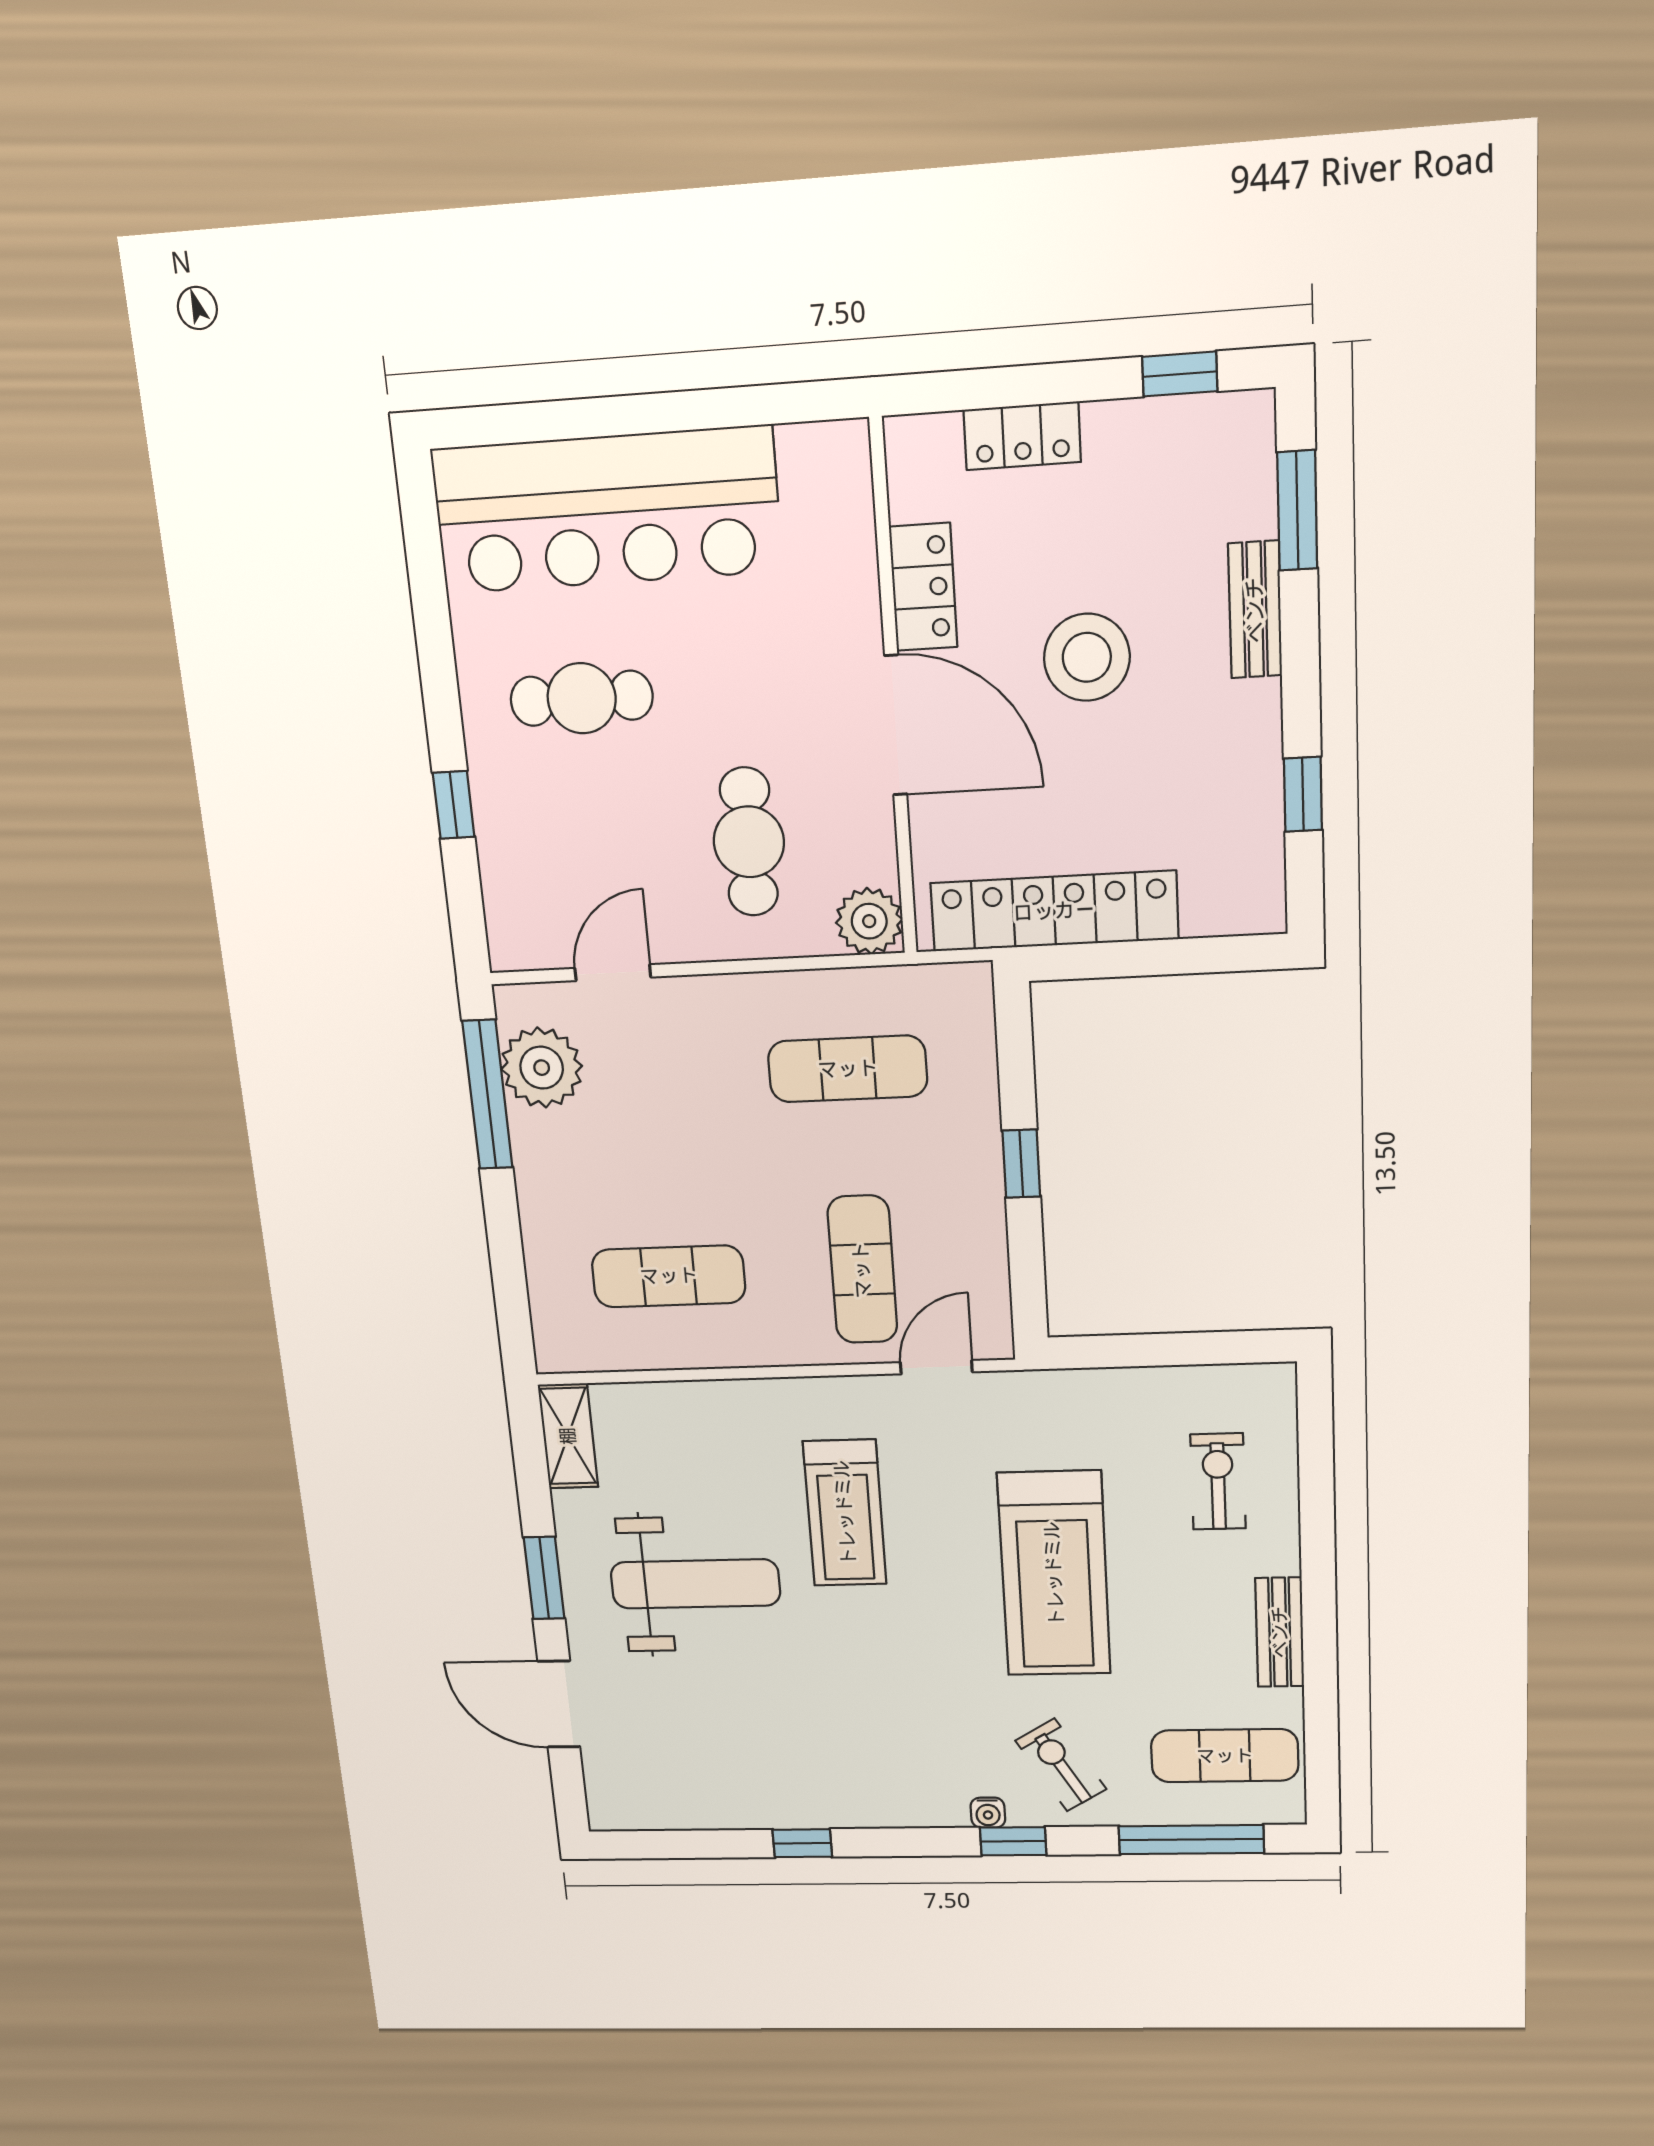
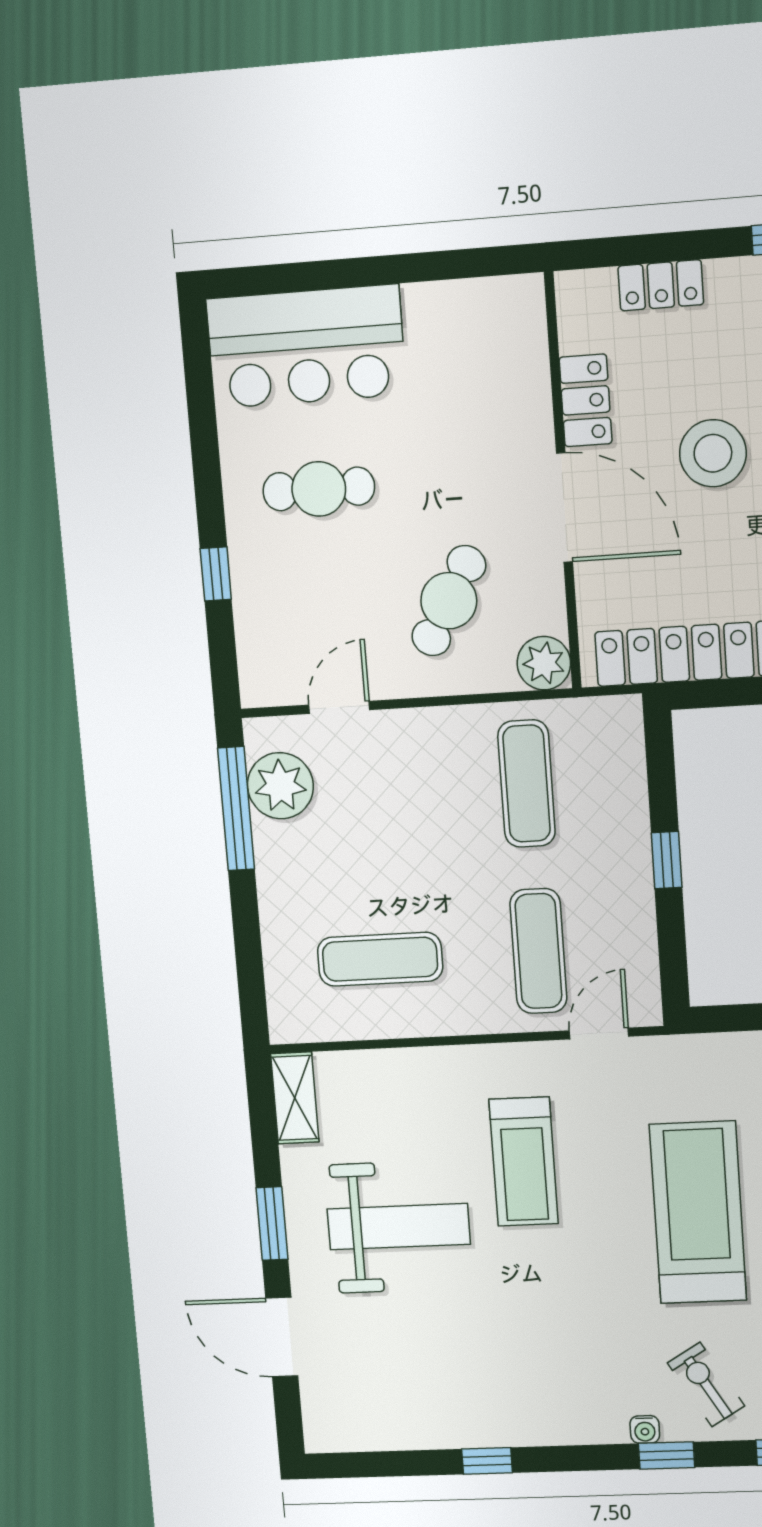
bar counter: (607, 510) -> (306, 347), width x0.73
cafe table: (749, 842) -> (449, 601), turned 30
exercise mat: (848, 1069) -> (527, 784), turned 90
treadmill: (1054, 1574) -> (698, 1212), turned 180

